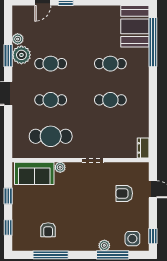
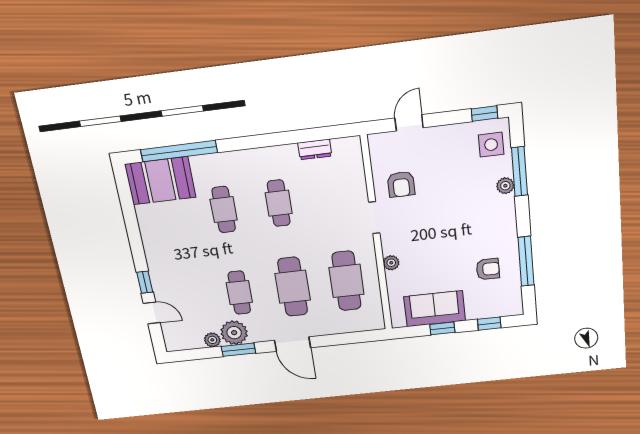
cafe table: (51, 100) -> (293, 287), width x1.37, depth x1.35
dresser: (143, 148) -> (315, 149), moved
sofa: (34, 173) -> (435, 309), moved, turned -90
armchair: (124, 193) -> (401, 184), moved

